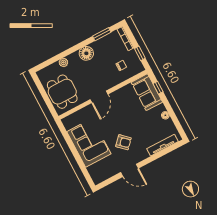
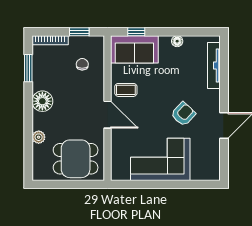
coffee table: (120, 100) -> (126, 90), added

